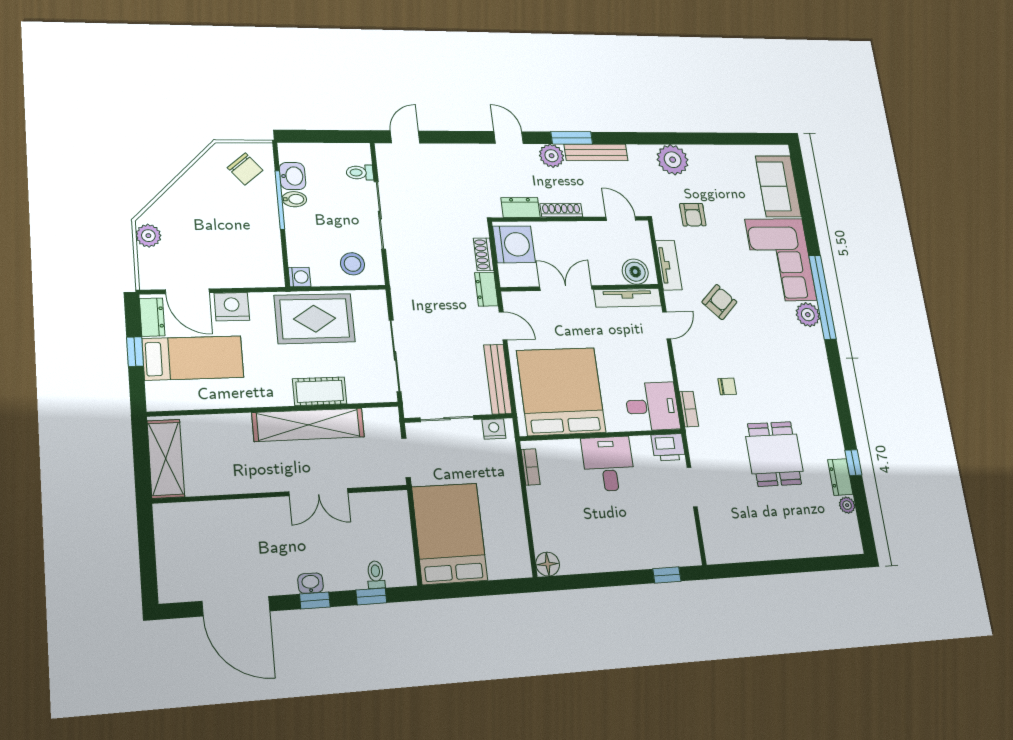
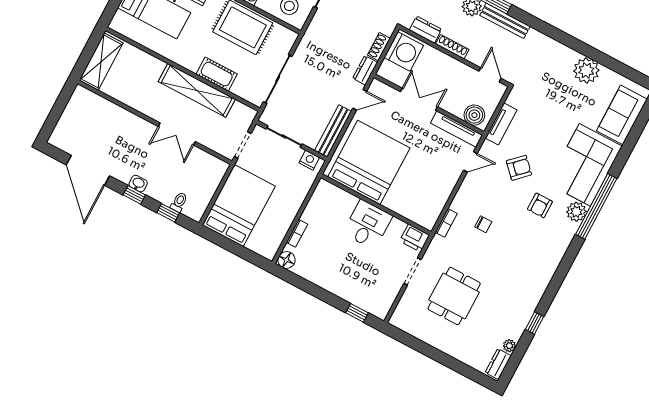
plant: (673, 160) -> (586, 71), moved
armchair: (693, 215) -> (540, 205), moved
door: (503, 326) -> (360, 100), hinge flipped
desk: (652, 406) -> (423, 207), removed
dining table: (774, 454) -> (454, 296), moved
bookcase: (531, 467) -> (297, 233), moved
dresser: (840, 477) -> (498, 364), moved

